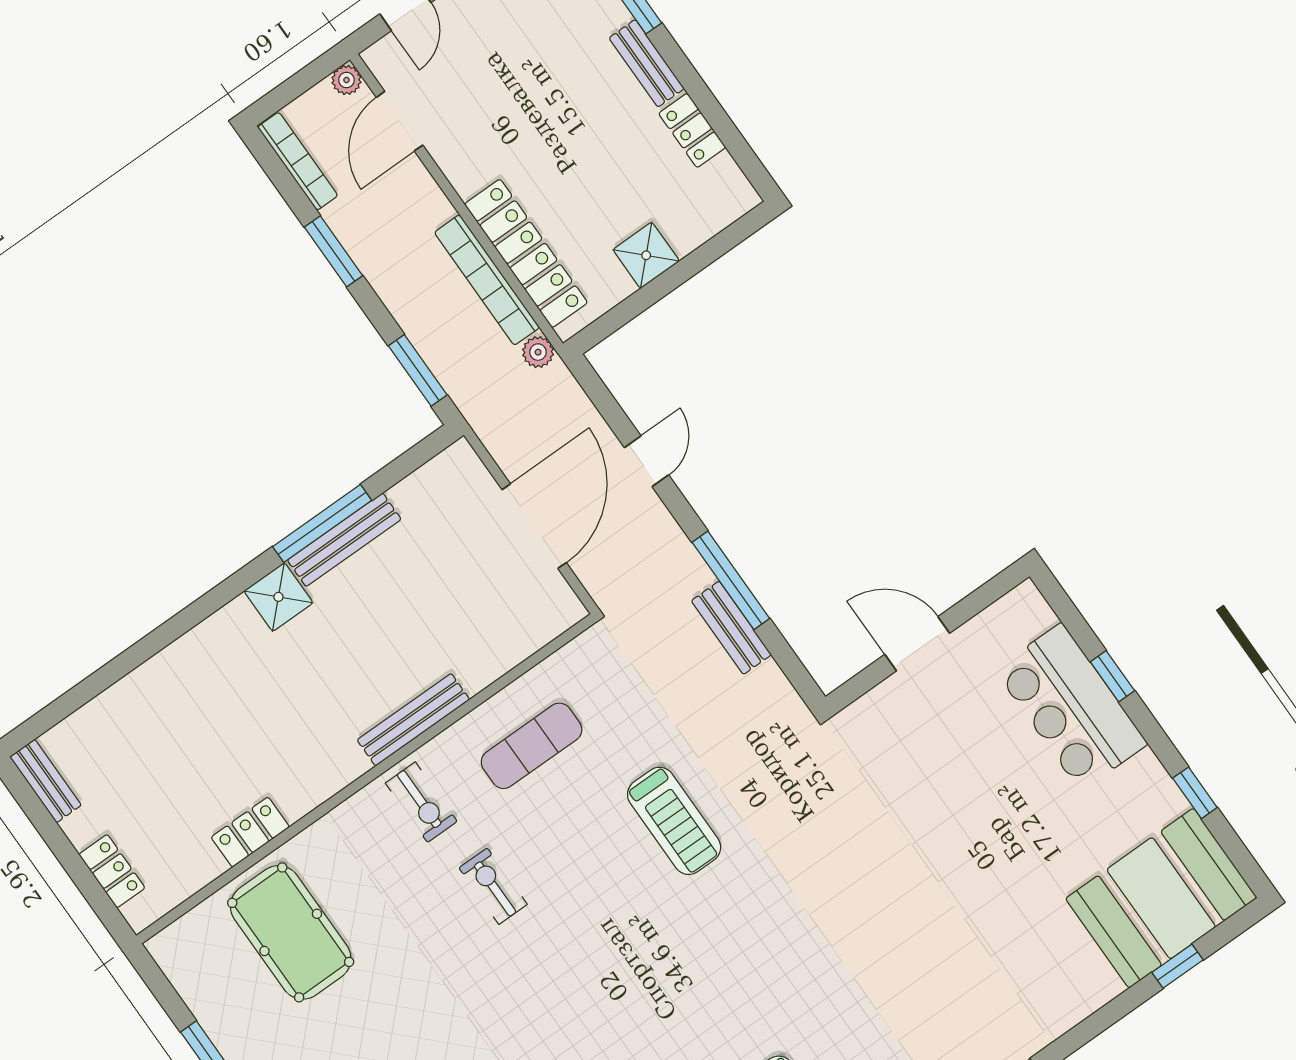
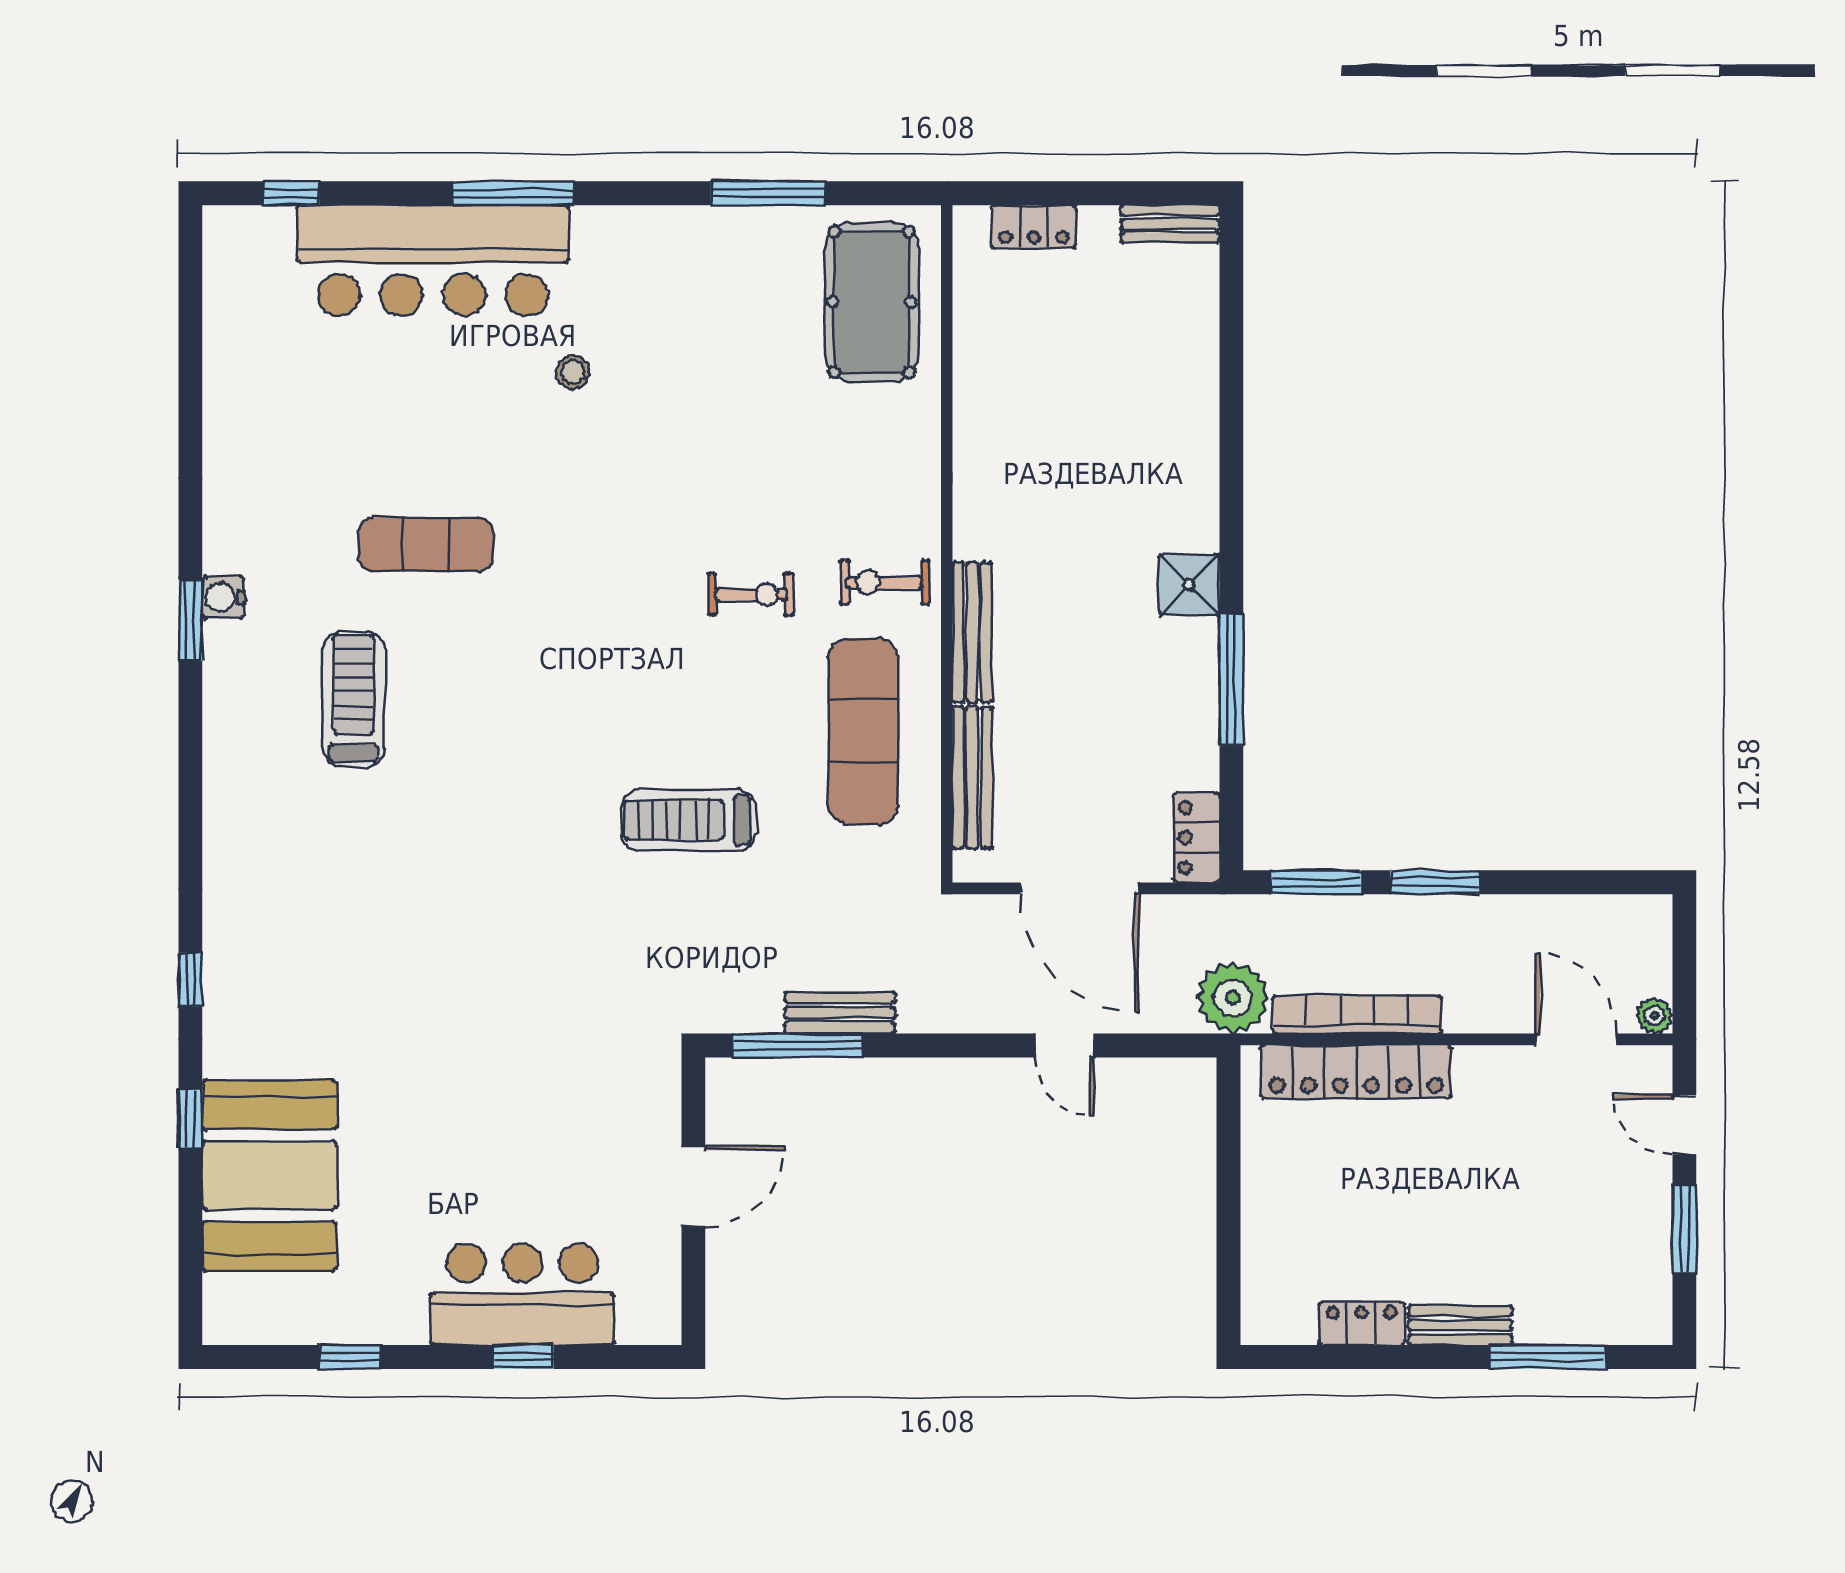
bookcase: (298, 161) -> (1608, 910), removed
window: (333, 251) -> (1435, 882), moved
shower: (646, 255) -> (1270, 1190), removed
plant: (538, 352) -> (1233, 998), width x1.87, depth x1.87
bench: (344, 540) -> (972, 778), moved
window: (731, 580) -> (797, 1046), moved
exercise mat: (532, 746) -> (863, 731), width x1.36, depth x1.45
locker: (250, 832) -> (1197, 837), moved, turned 180
booth: (1161, 898) -> (269, 1176), moved
pool table: (291, 932) -> (872, 302), moved, turned 90
window: (1177, 966) -> (190, 1118), moved

